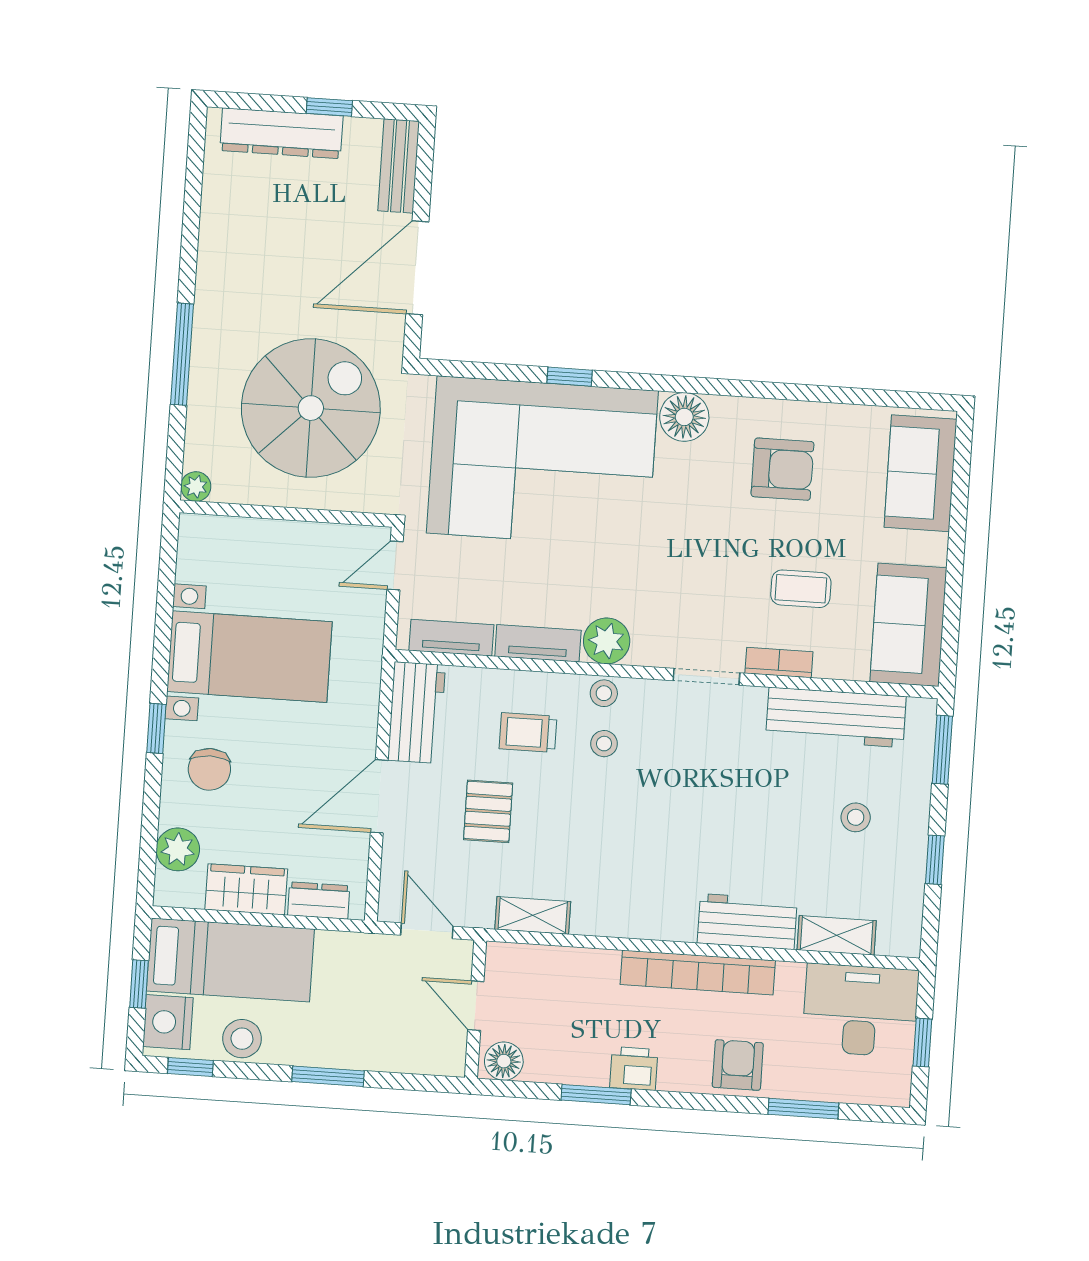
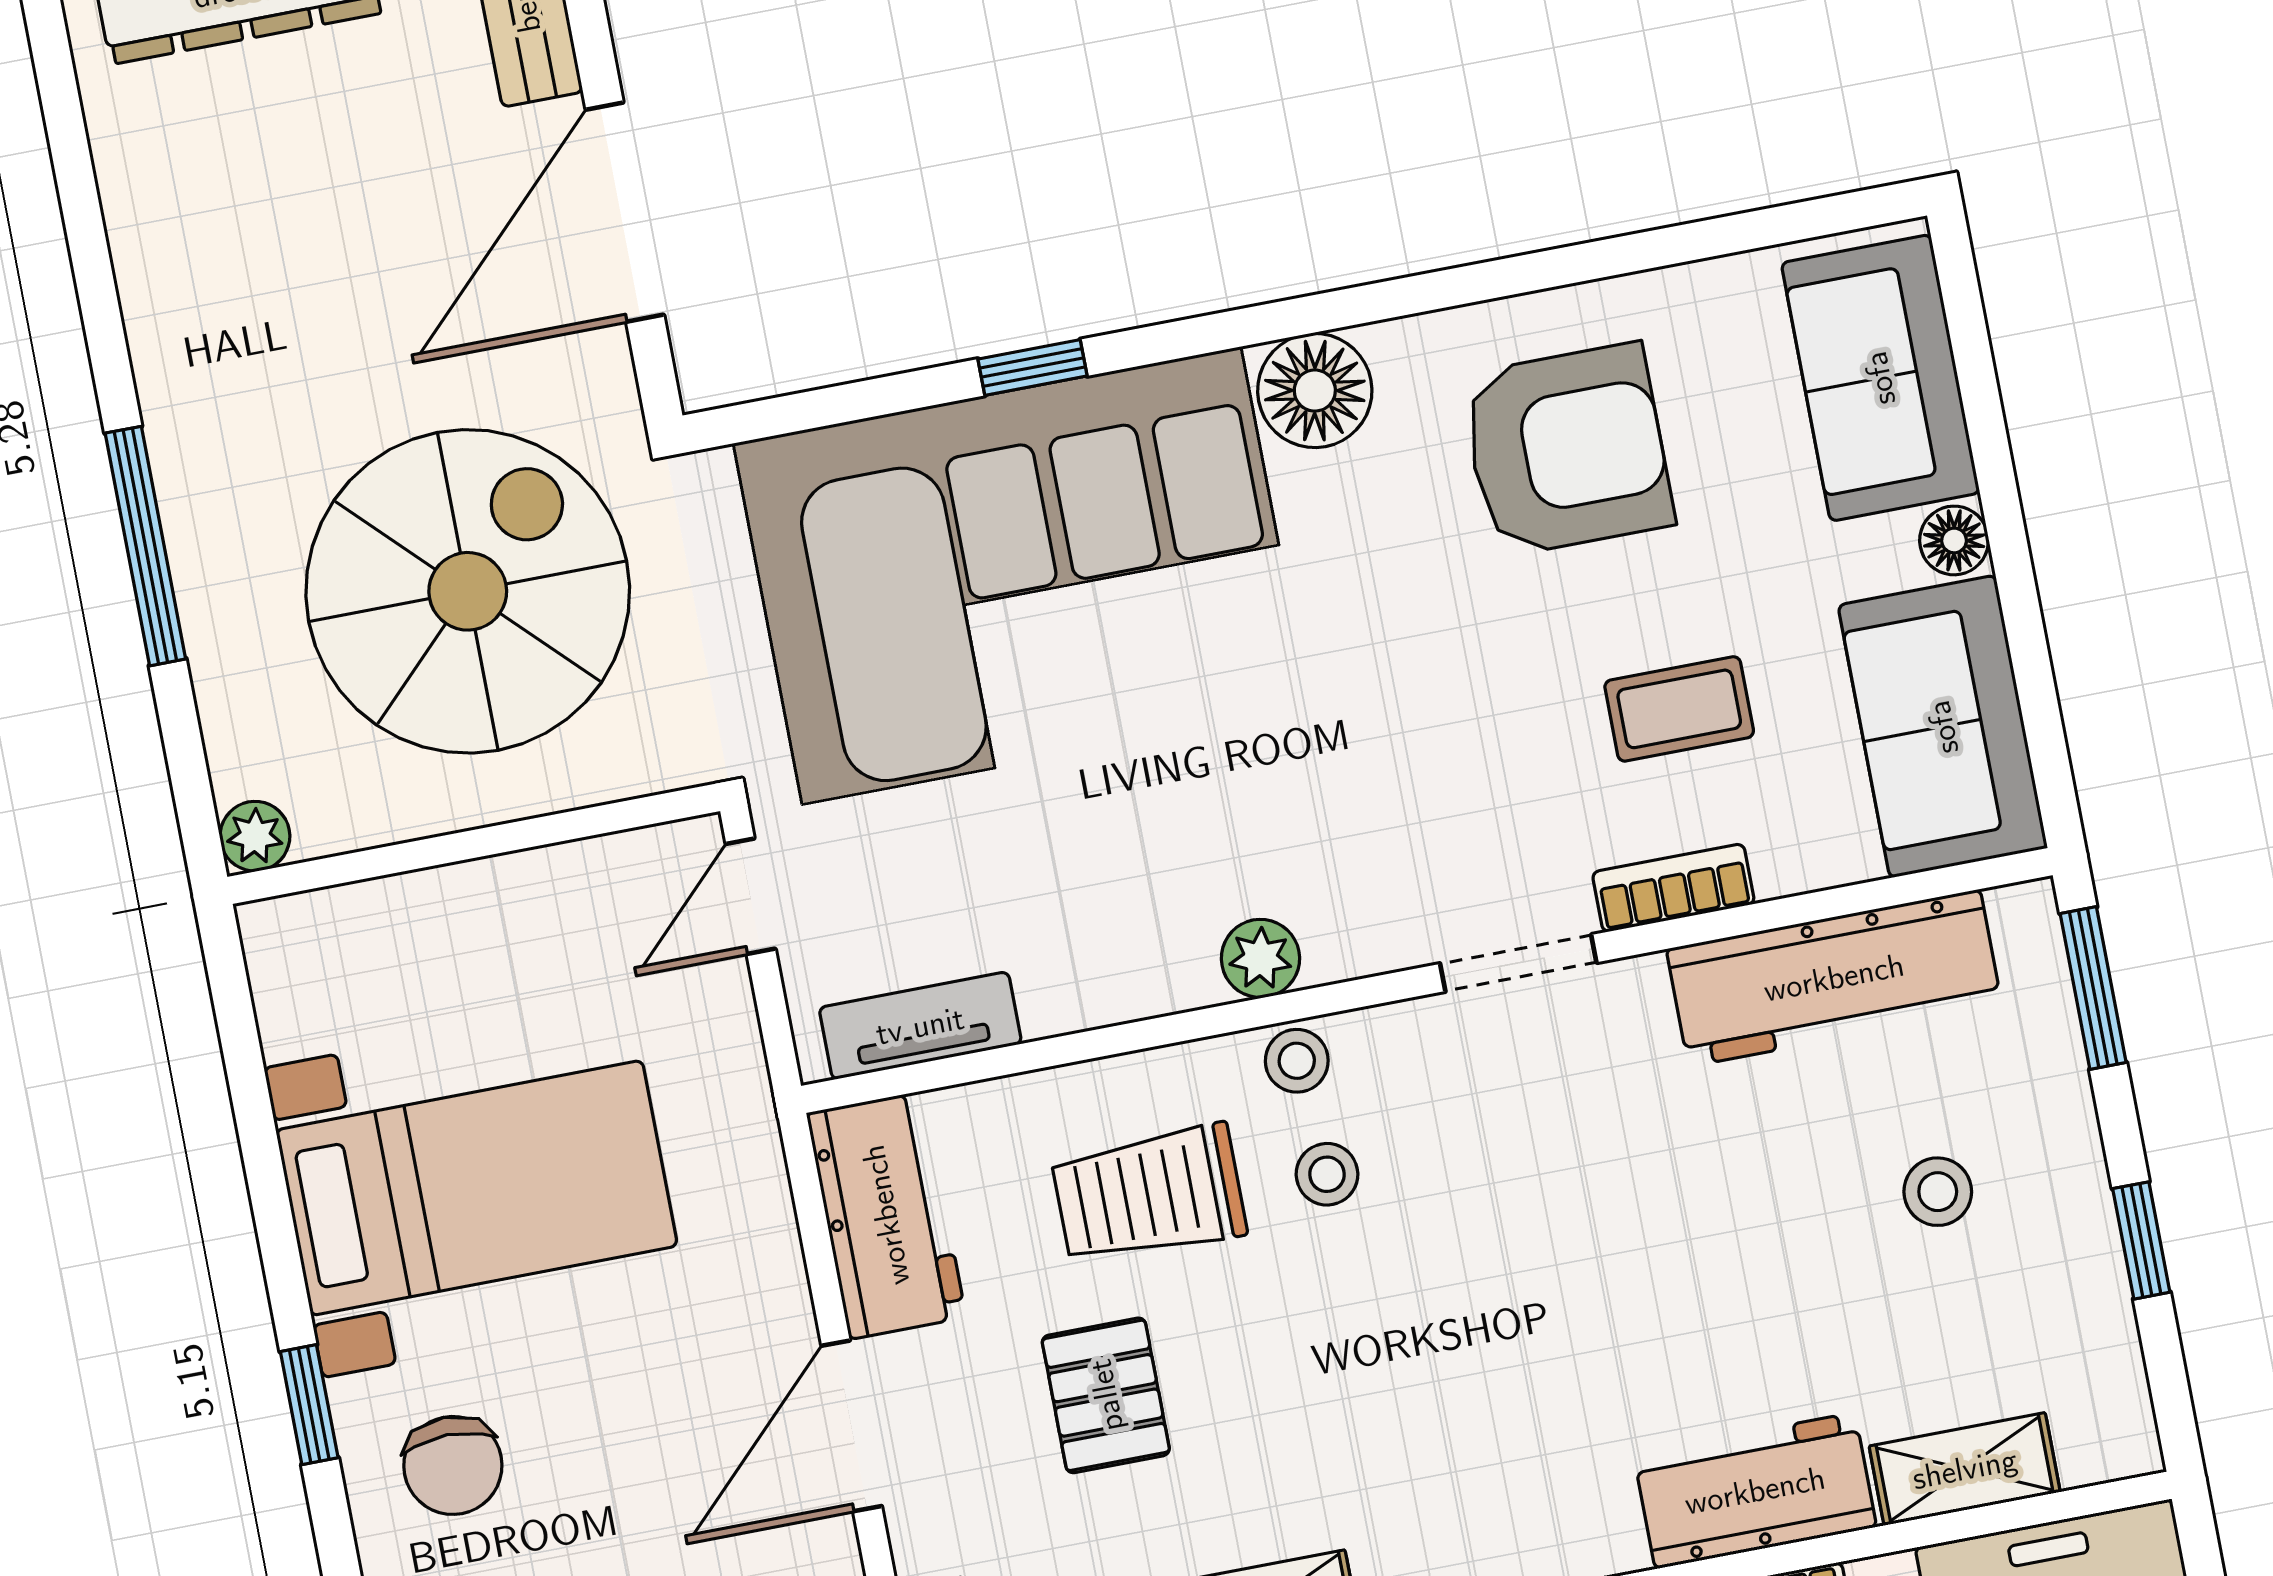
armchair: (782, 469) -> (1567, 450), width x1.36, depth x1.36
floor lamp: (933, 549) -> (1954, 540), added
plant: (607, 641) -> (1260, 958), width x0.73, depth x0.73
tv unit: (538, 643) -> (1119, 987), removed
trolley: (528, 733) -> (1149, 1194), width x1.36, depth x1.39

